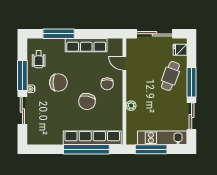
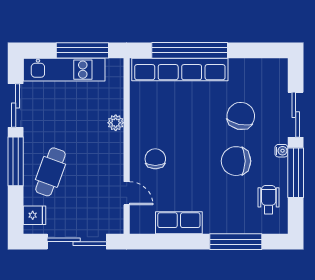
row of seats: (86, 45) -> (179, 223), width x0.68
chair: (87, 101) -> (241, 116), moved

